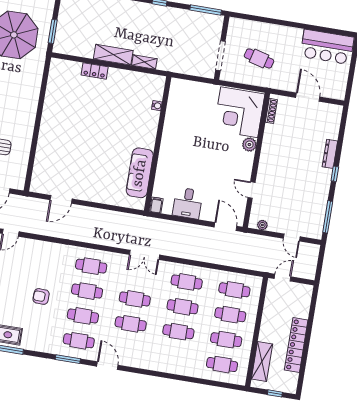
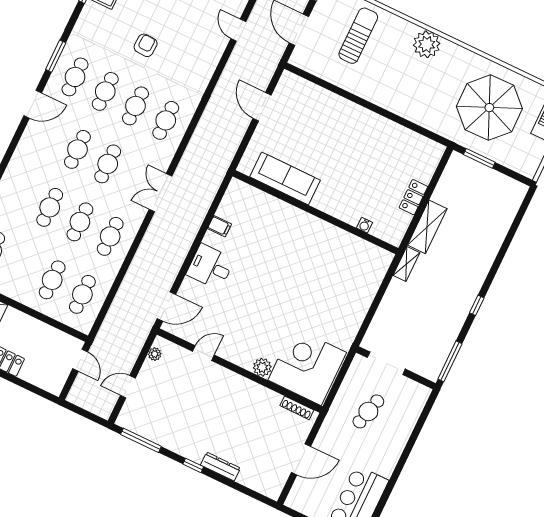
water cooler: (157, 106) -> (365, 225), moved
wall: (158, 144) -> (315, 212), moved
sofa: (140, 173) -> (285, 178), moved
cafe table: (226, 340) -> (22, 265), removed

